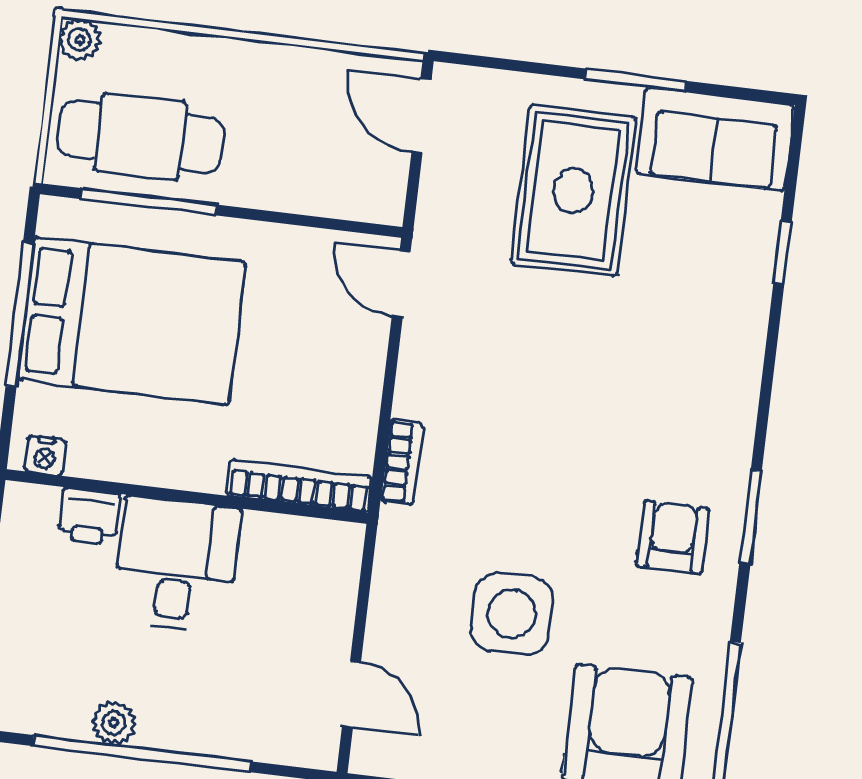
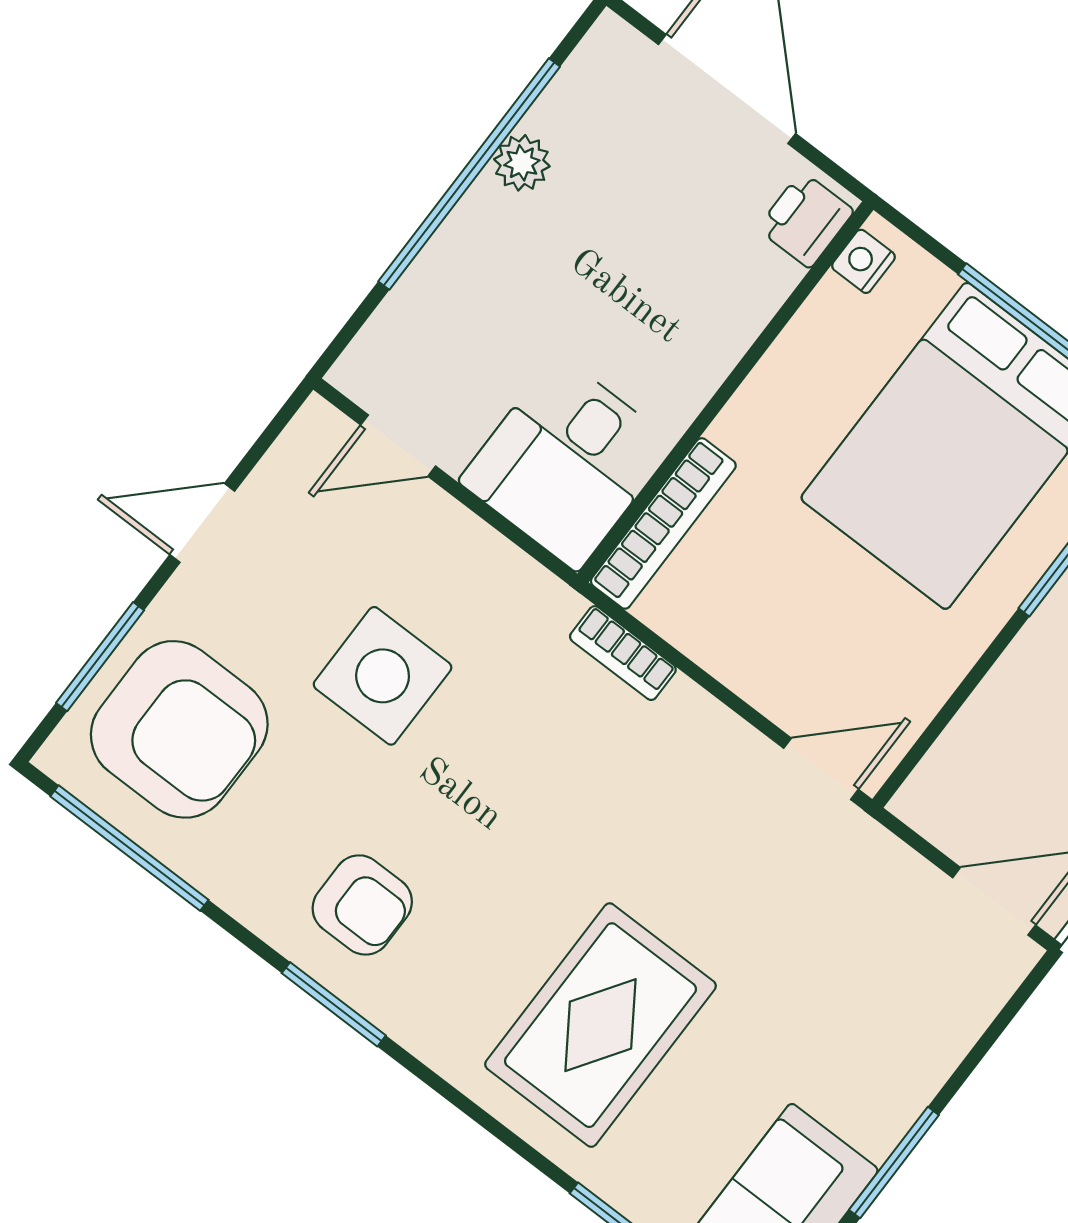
rug: (573, 191) -> (600, 1025), moved, turned 90
printer: (89, 517) -> (806, 220), moved
desk: (176, 565) -> (567, 462), moved, turned 90

